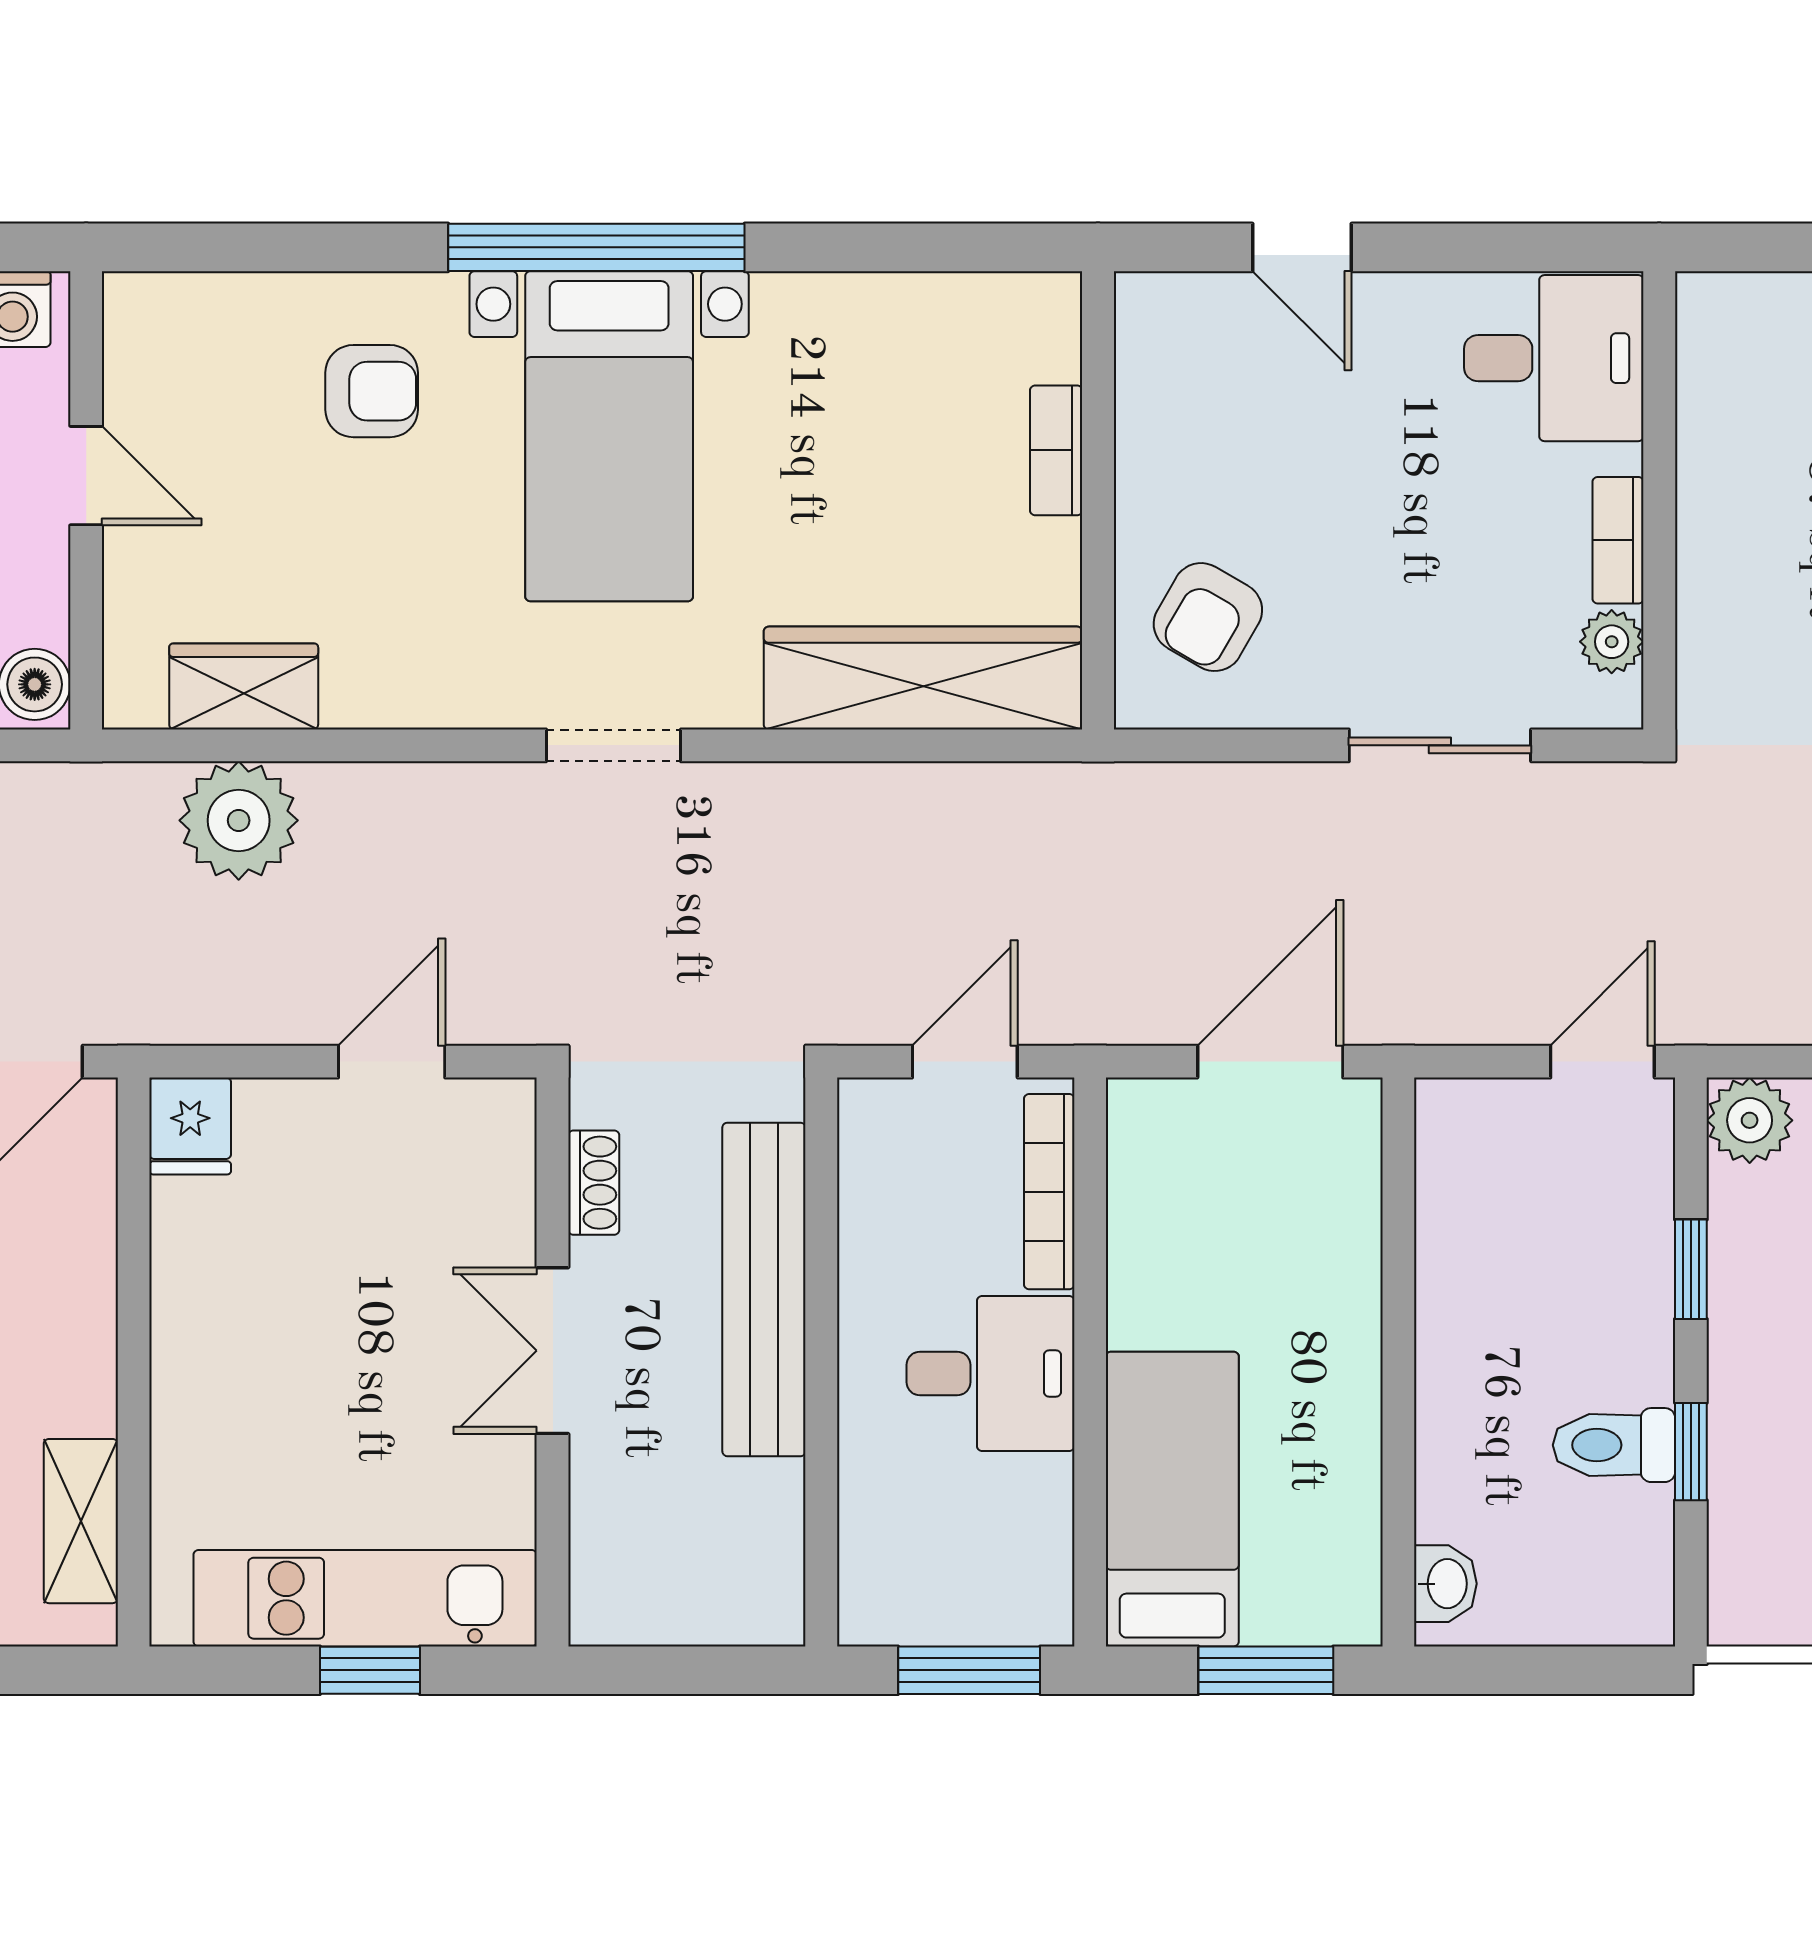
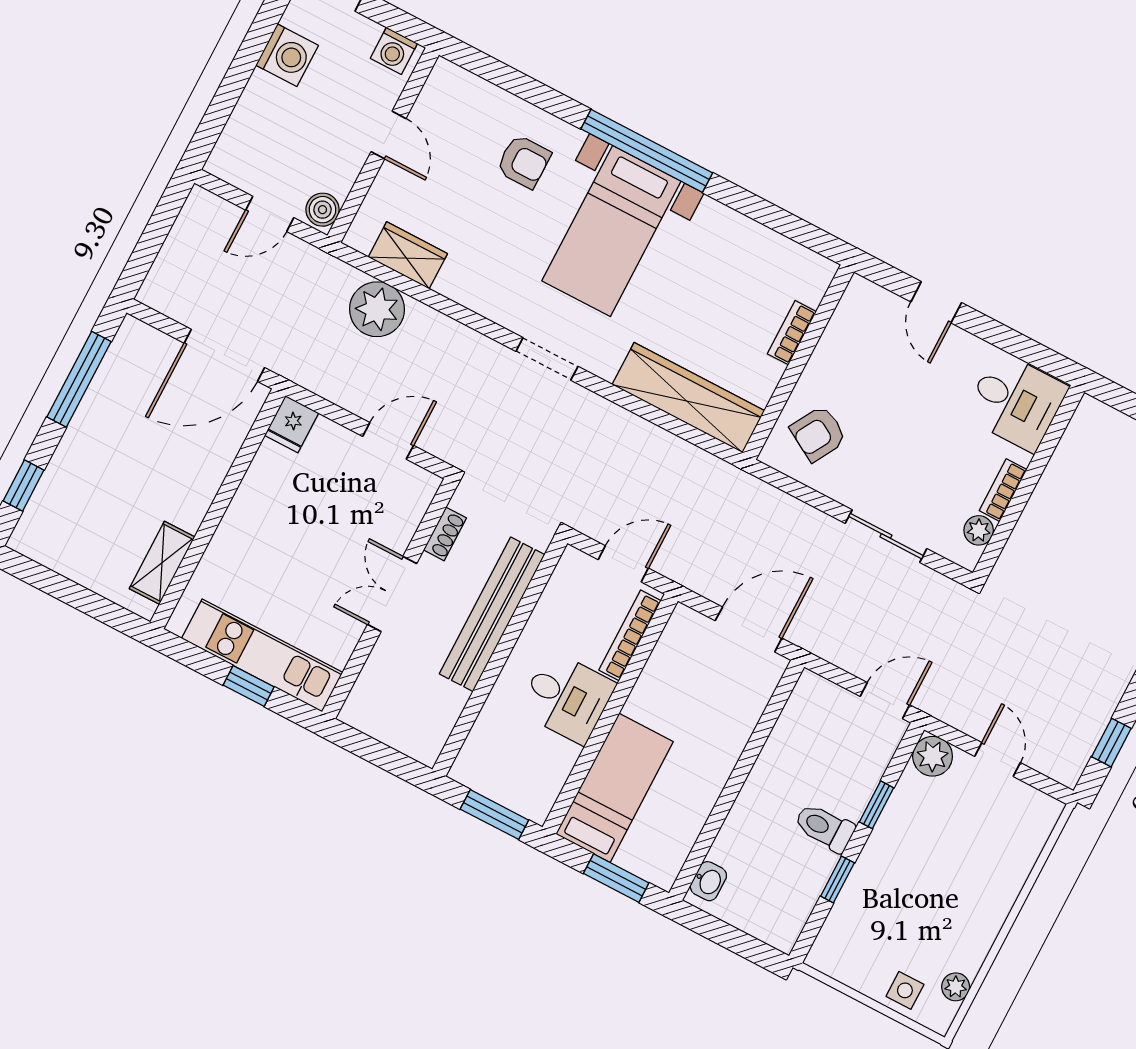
toilet: (1614, 1445) -> (825, 828), moved

